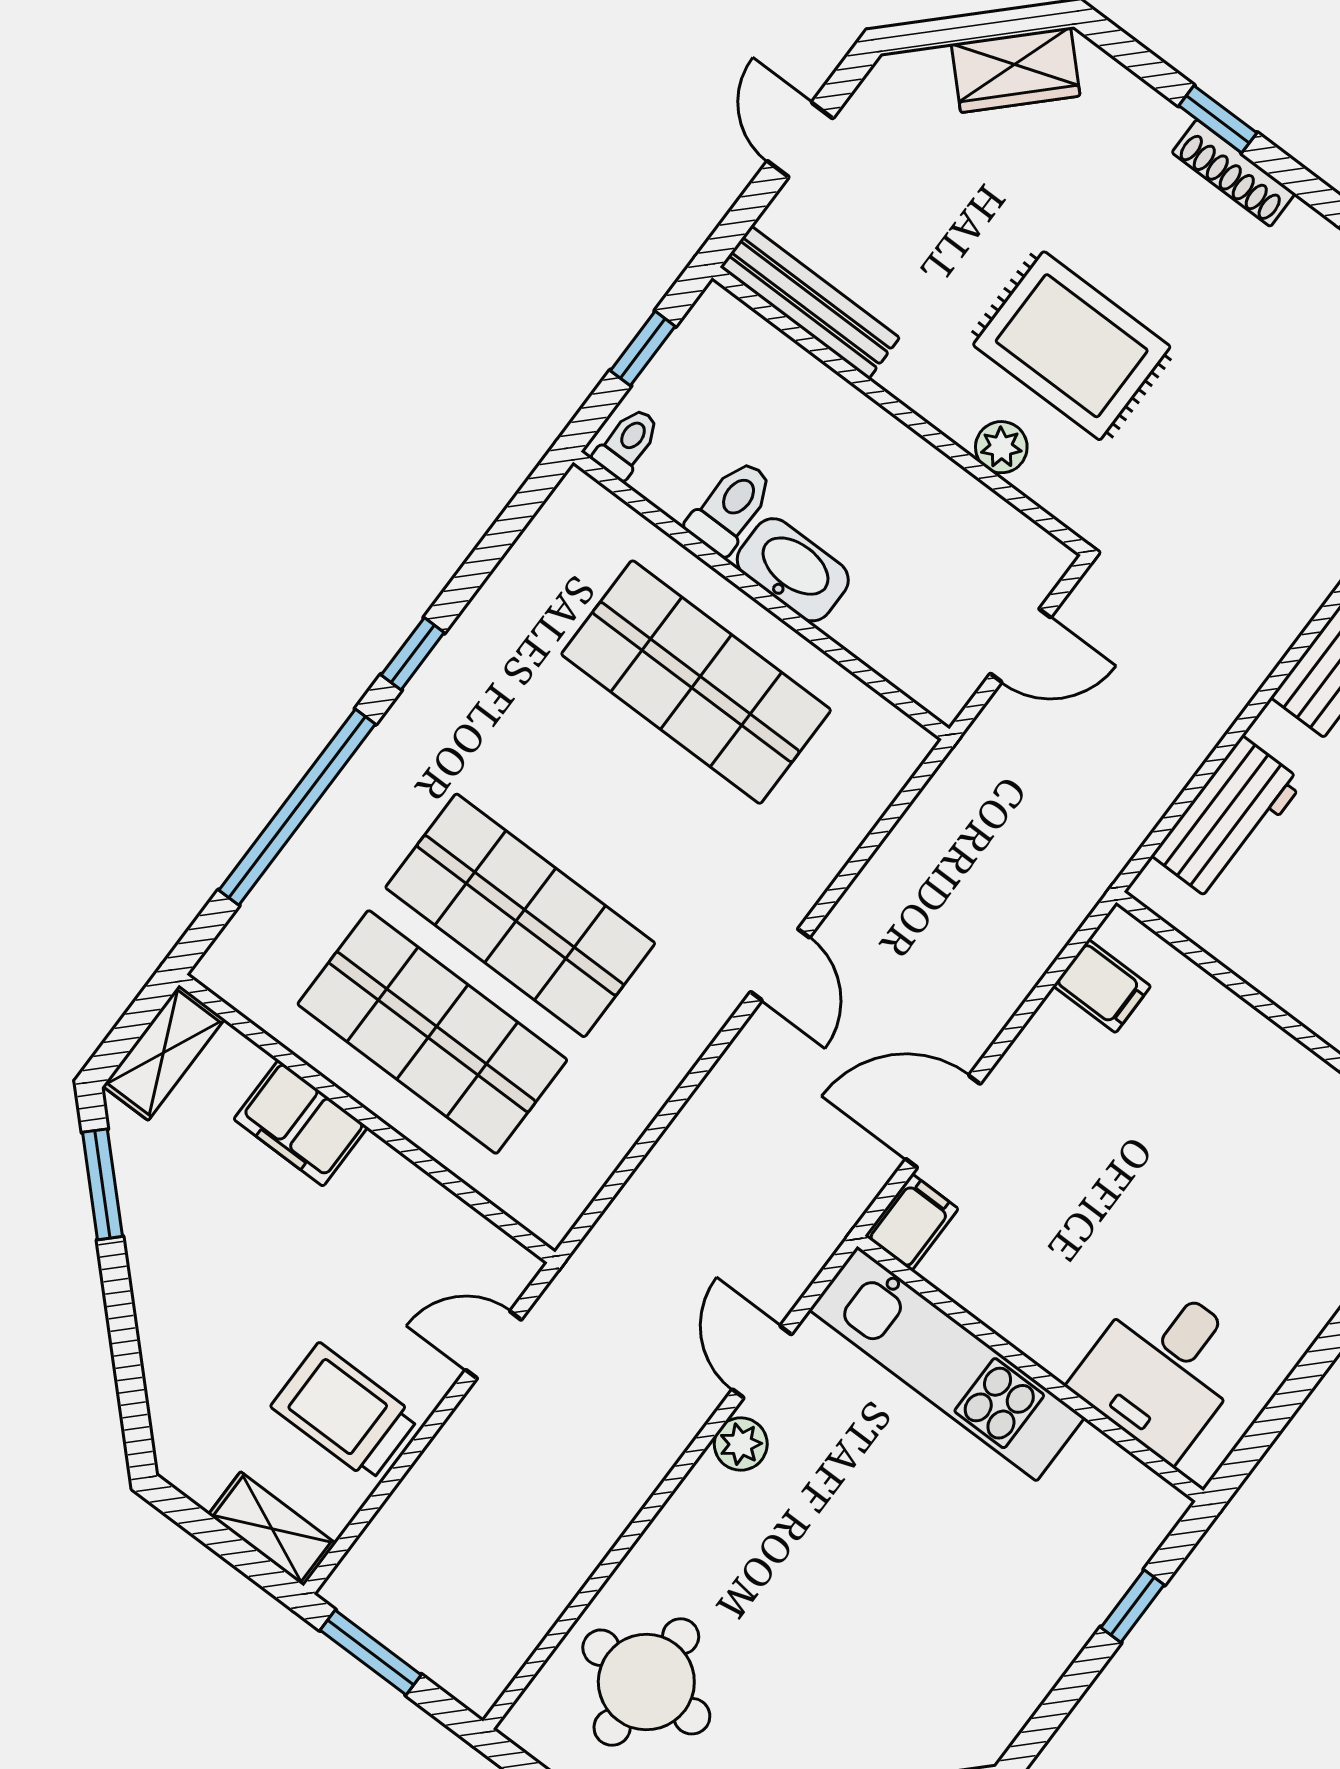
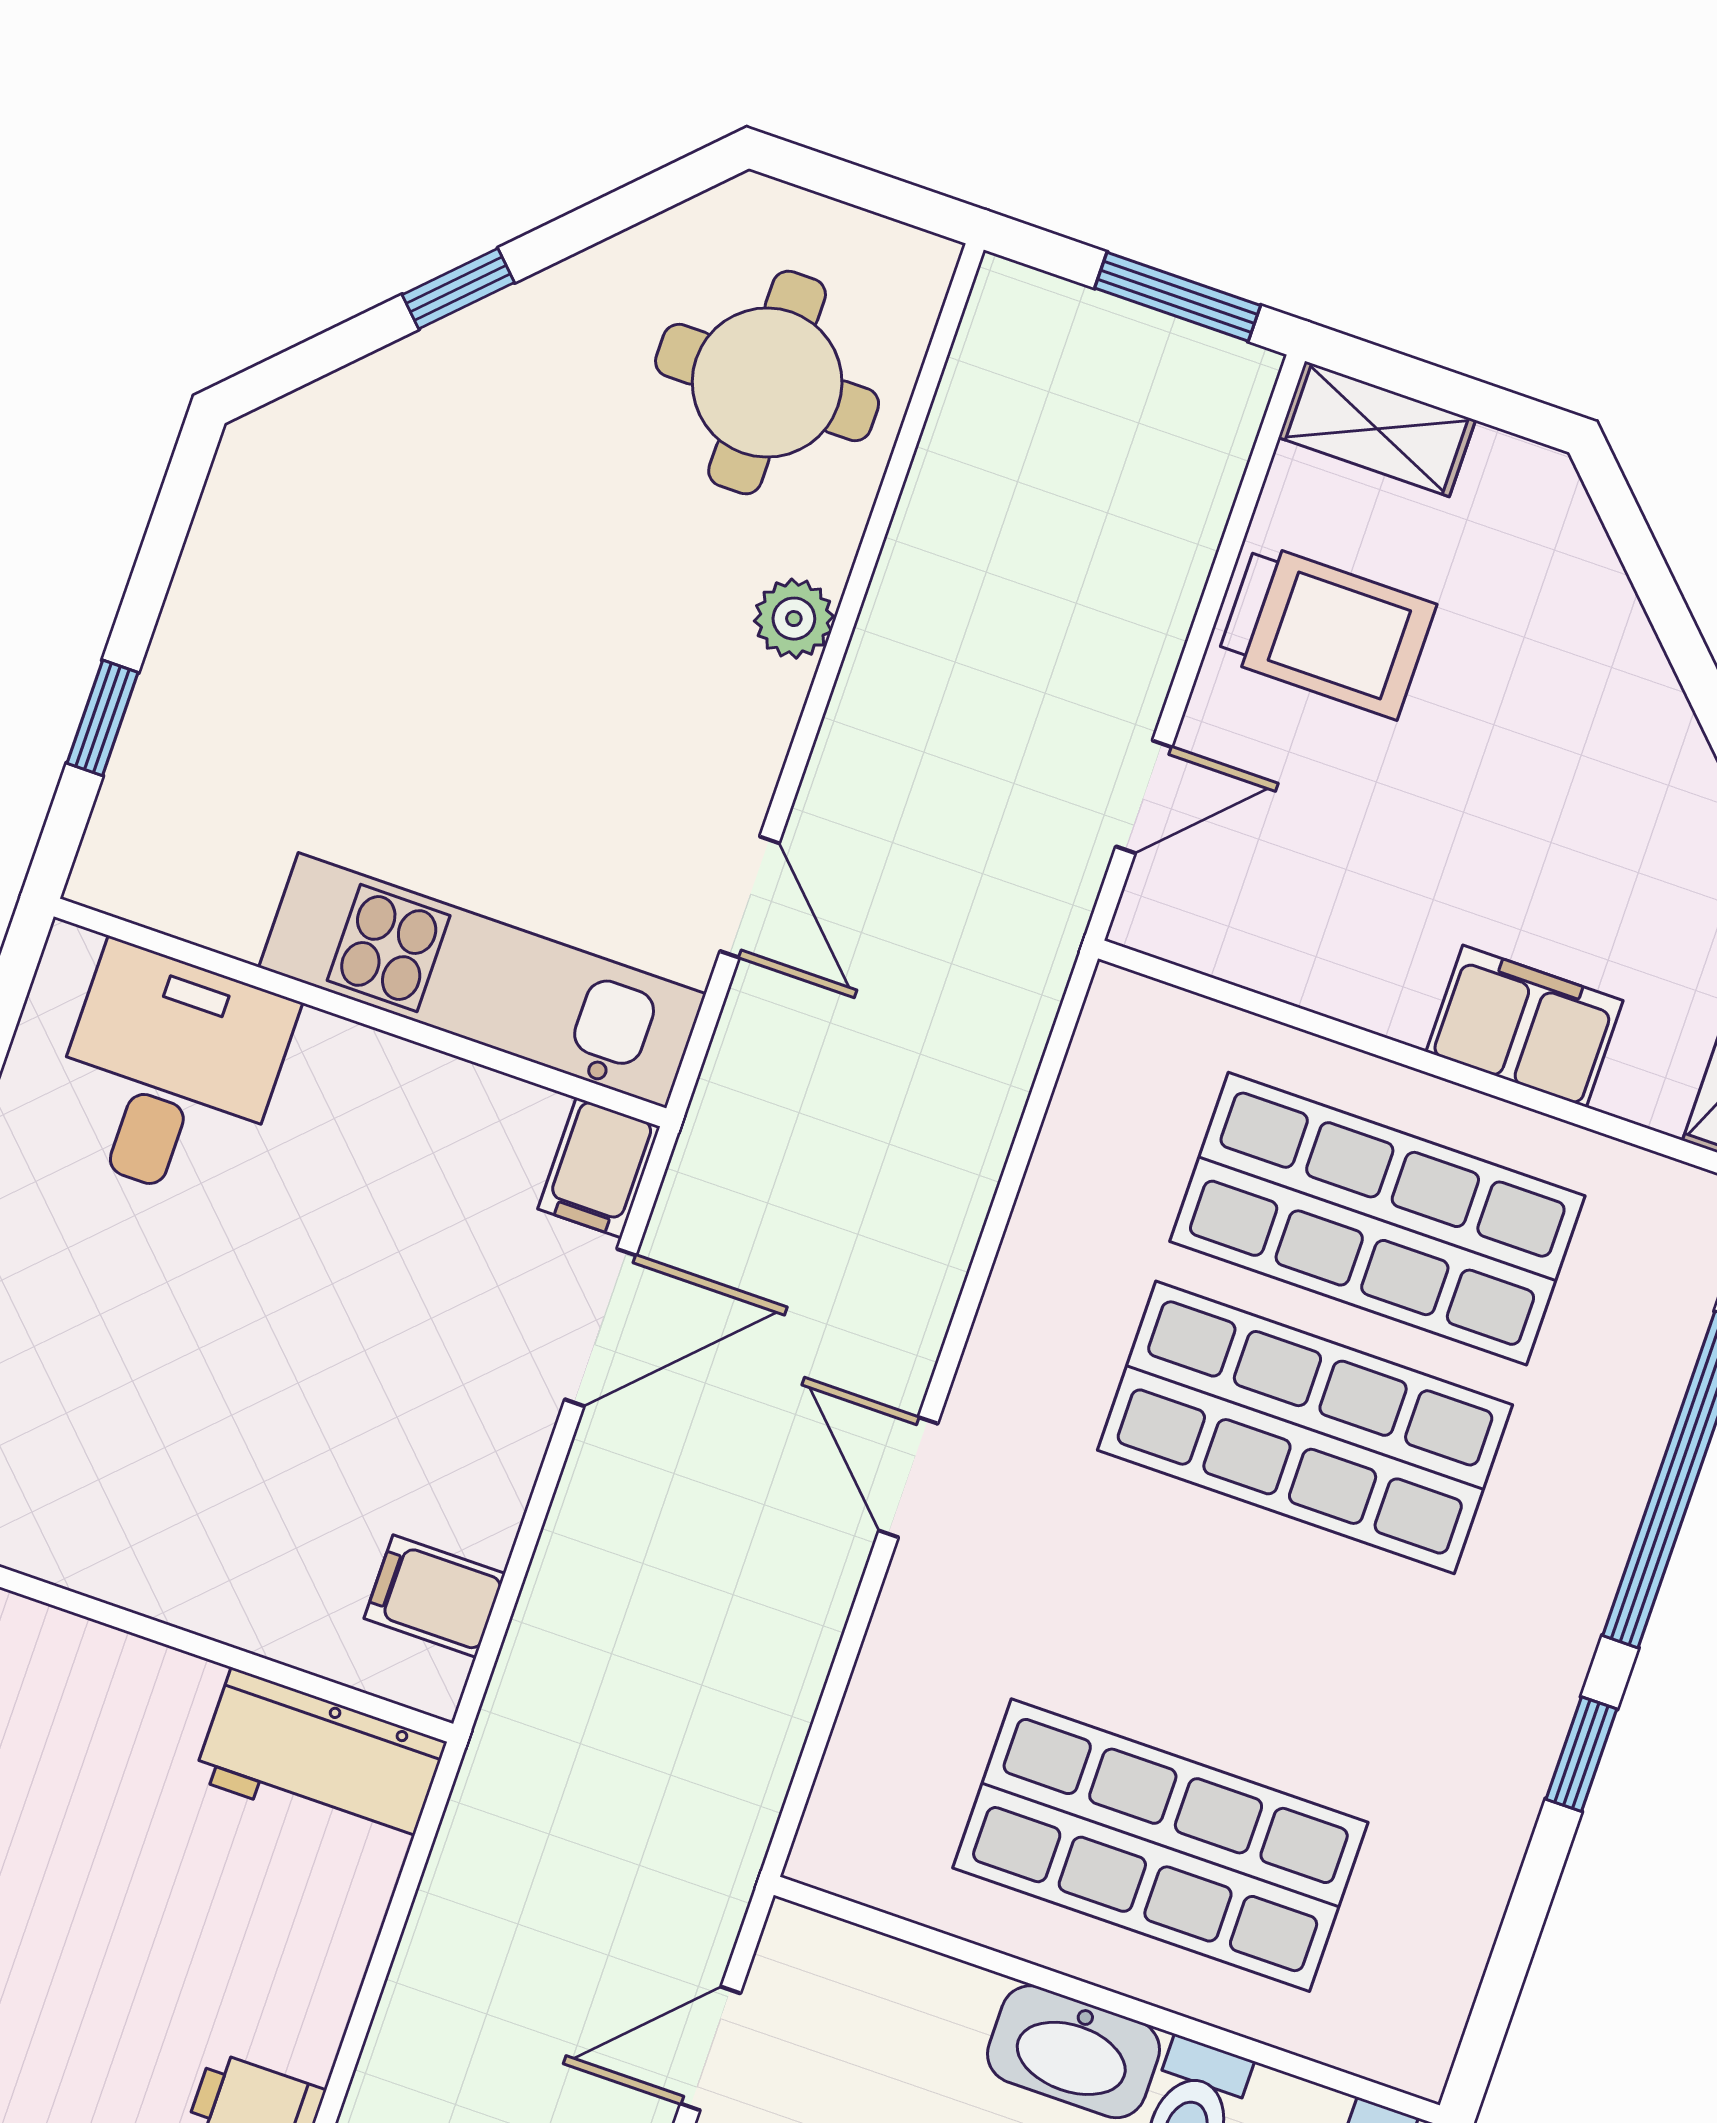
workbench: (1228, 819) -> (320, 1760), moved, turned -90
plant: (741, 1444) -> (794, 619), moved

